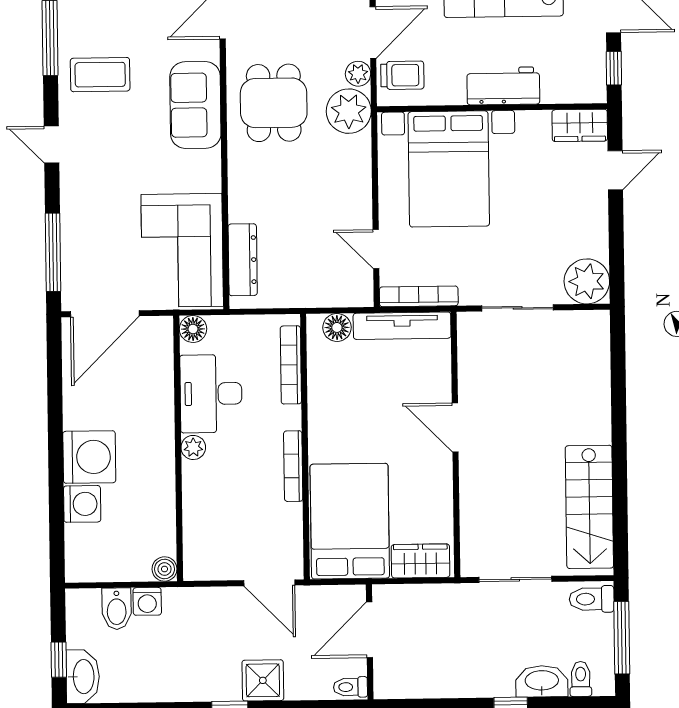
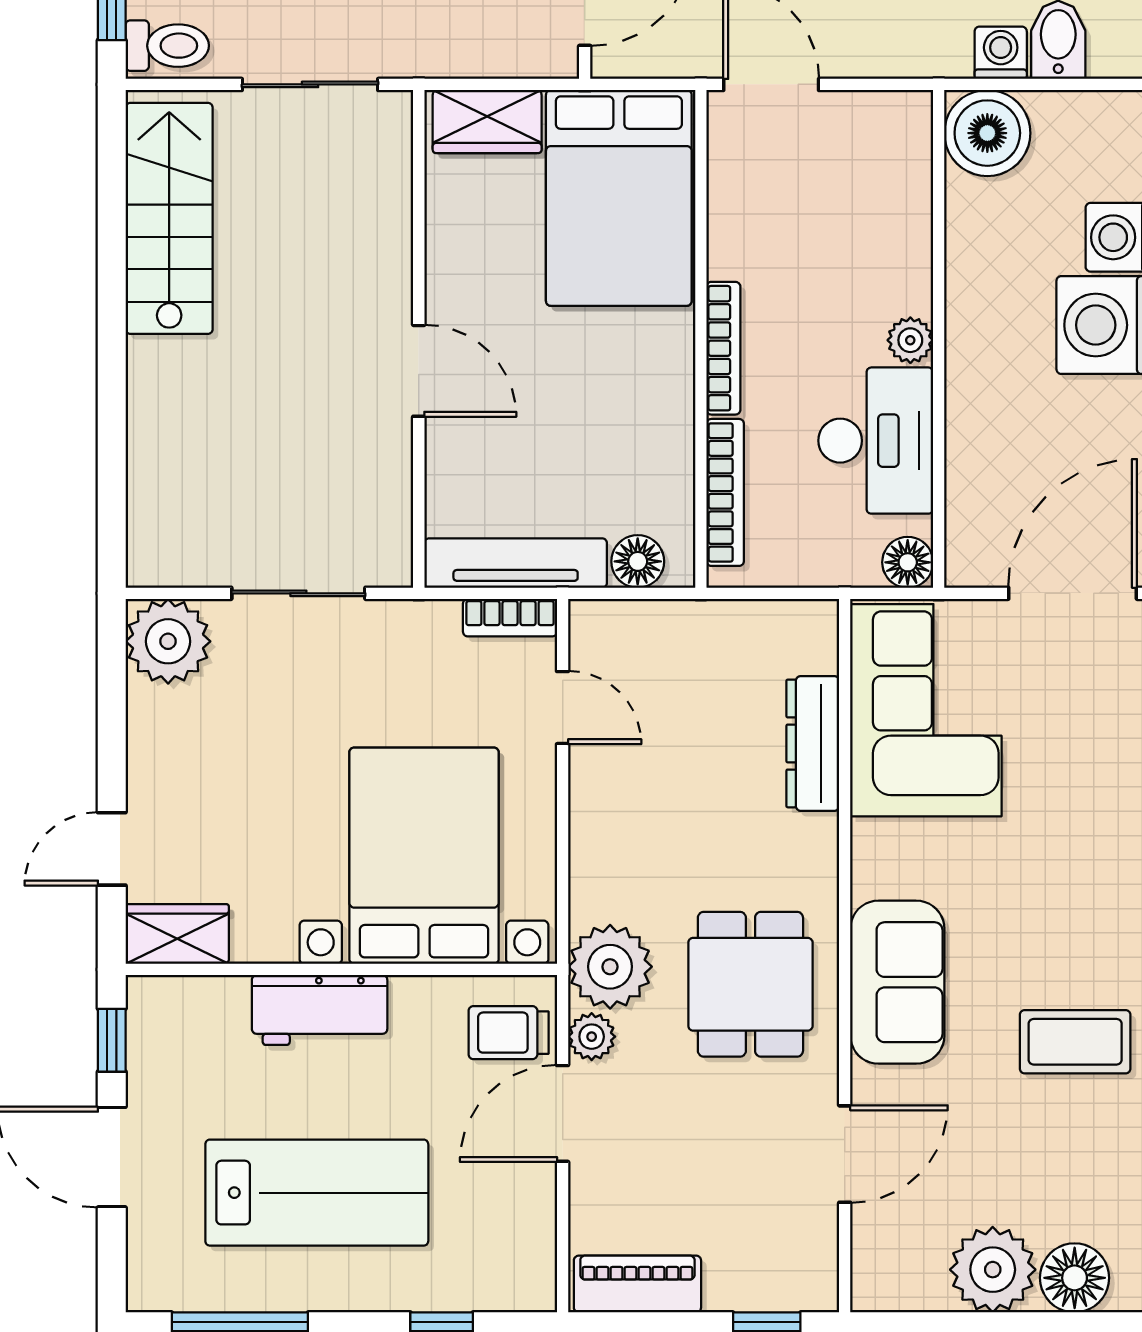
dresser: (243, 260) -> (813, 743), moved
bookcase: (419, 296) -> (510, 618), width x0.64
bookcase: (293, 466) -> (723, 348), moved
boiler: (165, 569) -> (987, 133), width x1.86, depth x1.86

